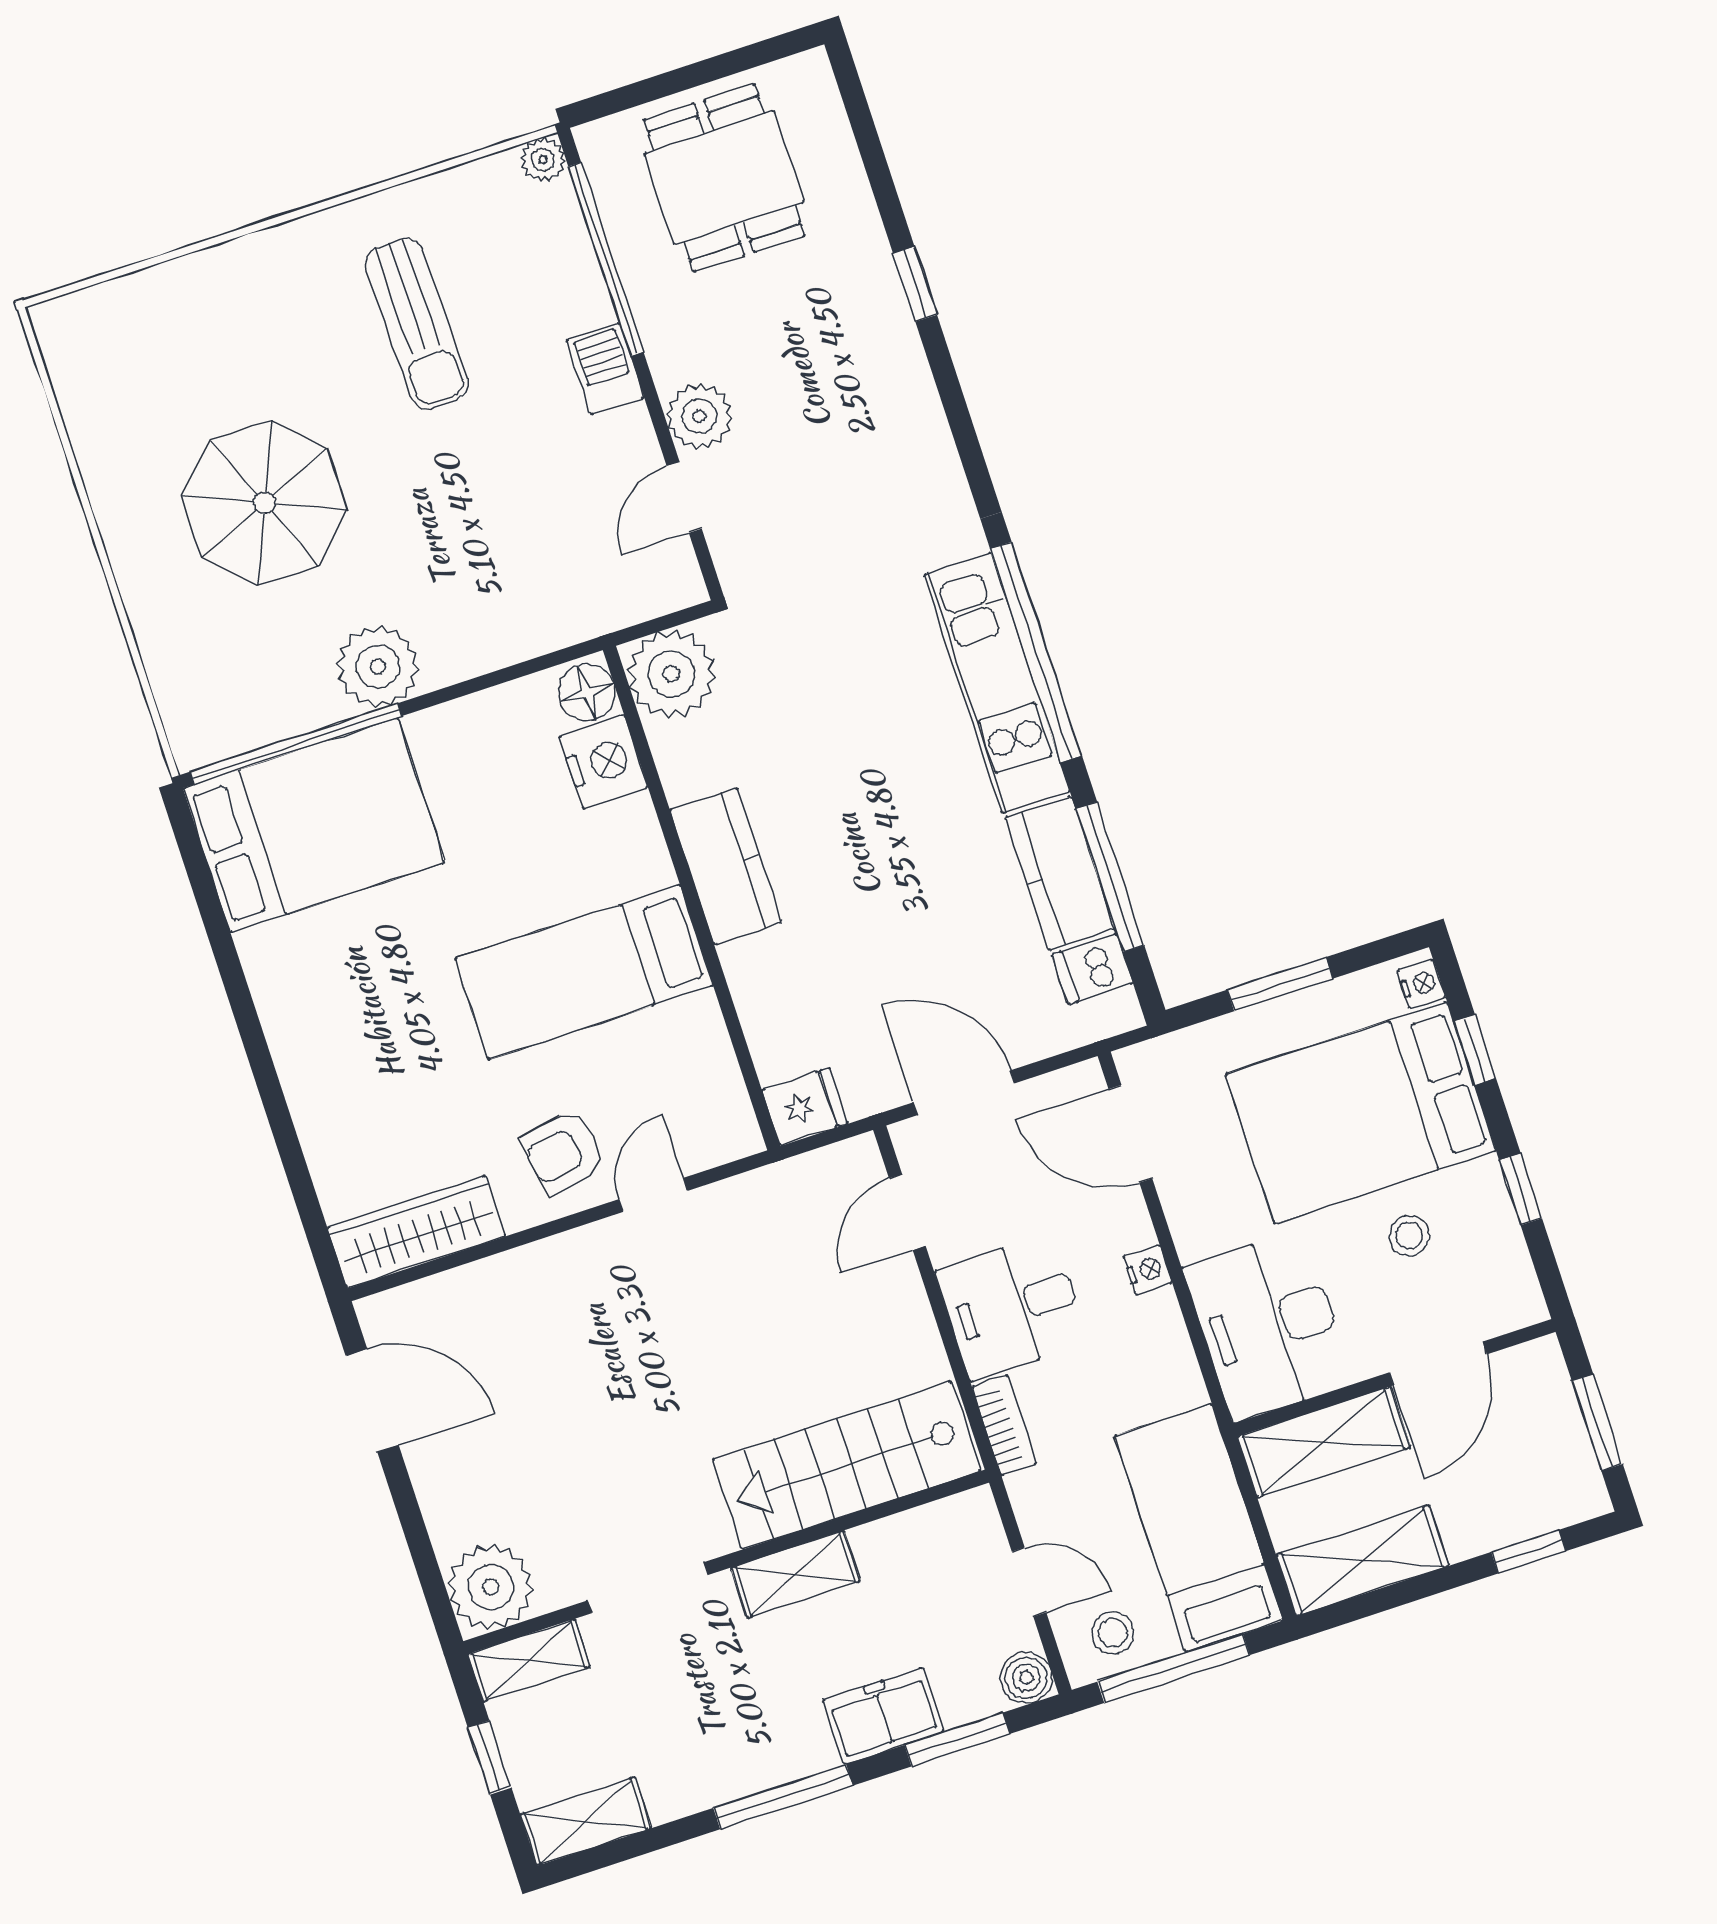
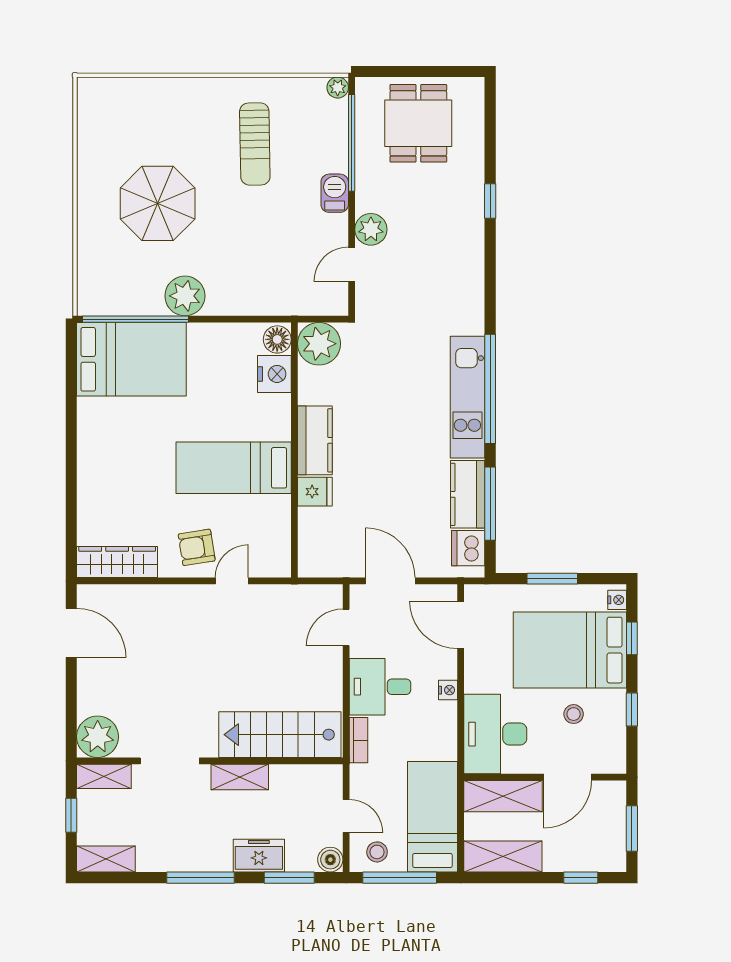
dishwasher: (1092, 969) -> (468, 548), width x1.38
fridge: (805, 1107) -> (315, 492), moved

